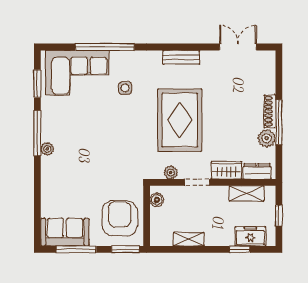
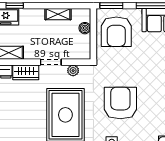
armchair: (115, 134) -> (120, 103), added
boiler: (157, 200) -> (85, 28), moved

